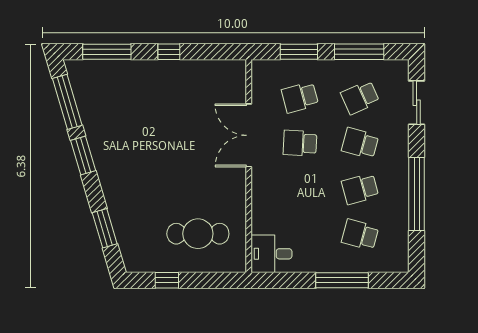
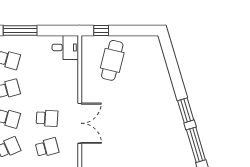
window: (105, 228) -> (172, 64), removed
cafe table: (198, 234) -> (112, 60), turned -76
window: (167, 280) -> (101, 30), moved

